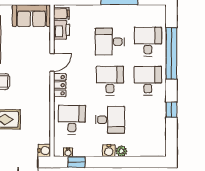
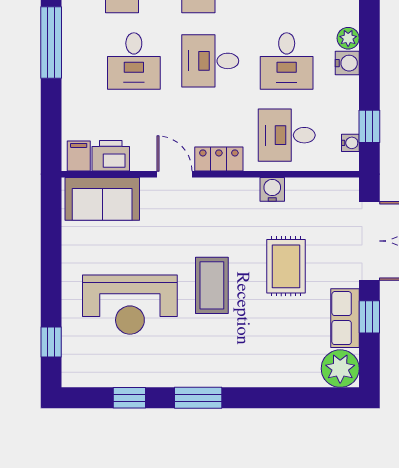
sofa: (31, 16) -> (102, 199), moved, turned 90
desk: (110, 120) -> (287, 61), turned 180
water cooler: (44, 151) -> (272, 189), moved

